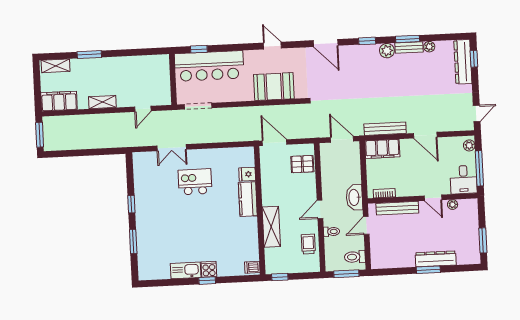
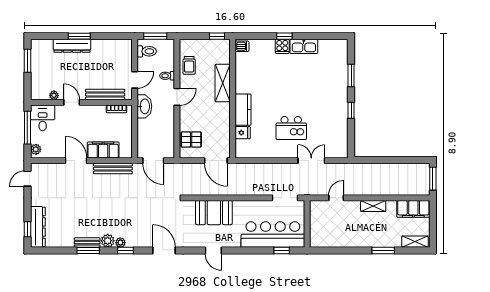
plant: (429, 47) -> (120, 243), moved
filing cabinet: (382, 149) -> (103, 150), moved

